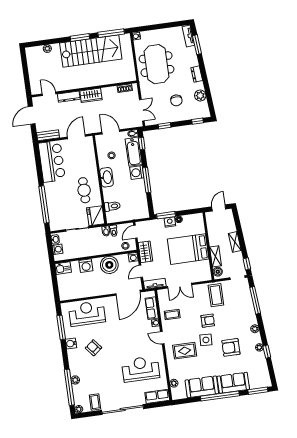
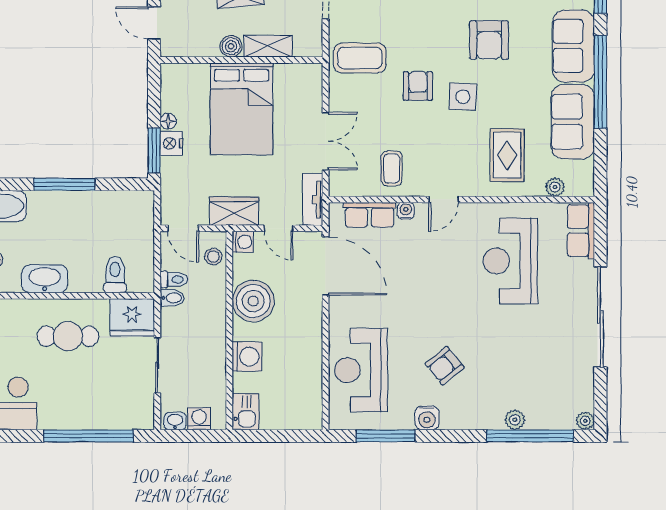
washing machine: (137, 173) -> (43, 205), removed
boiler: (218, 272) -> (231, 46), moved
rug: (185, 351) -> (507, 155), moved
coffee table: (95, 402) -> (574, 380), removed

